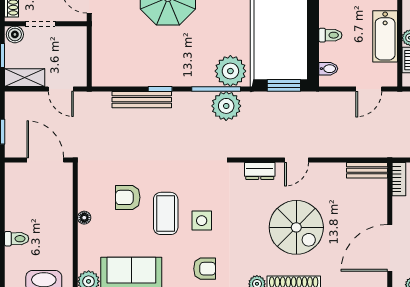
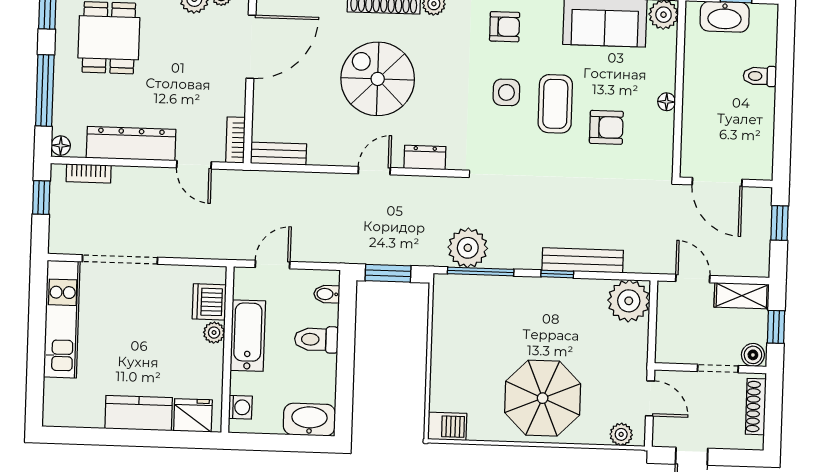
toilet: (330, 35) -> (316, 339), width x1.37, depth x1.39
plant: (230, 71) -> (629, 301), moved
armchair: (205, 269) -> (505, 27), turned 180

